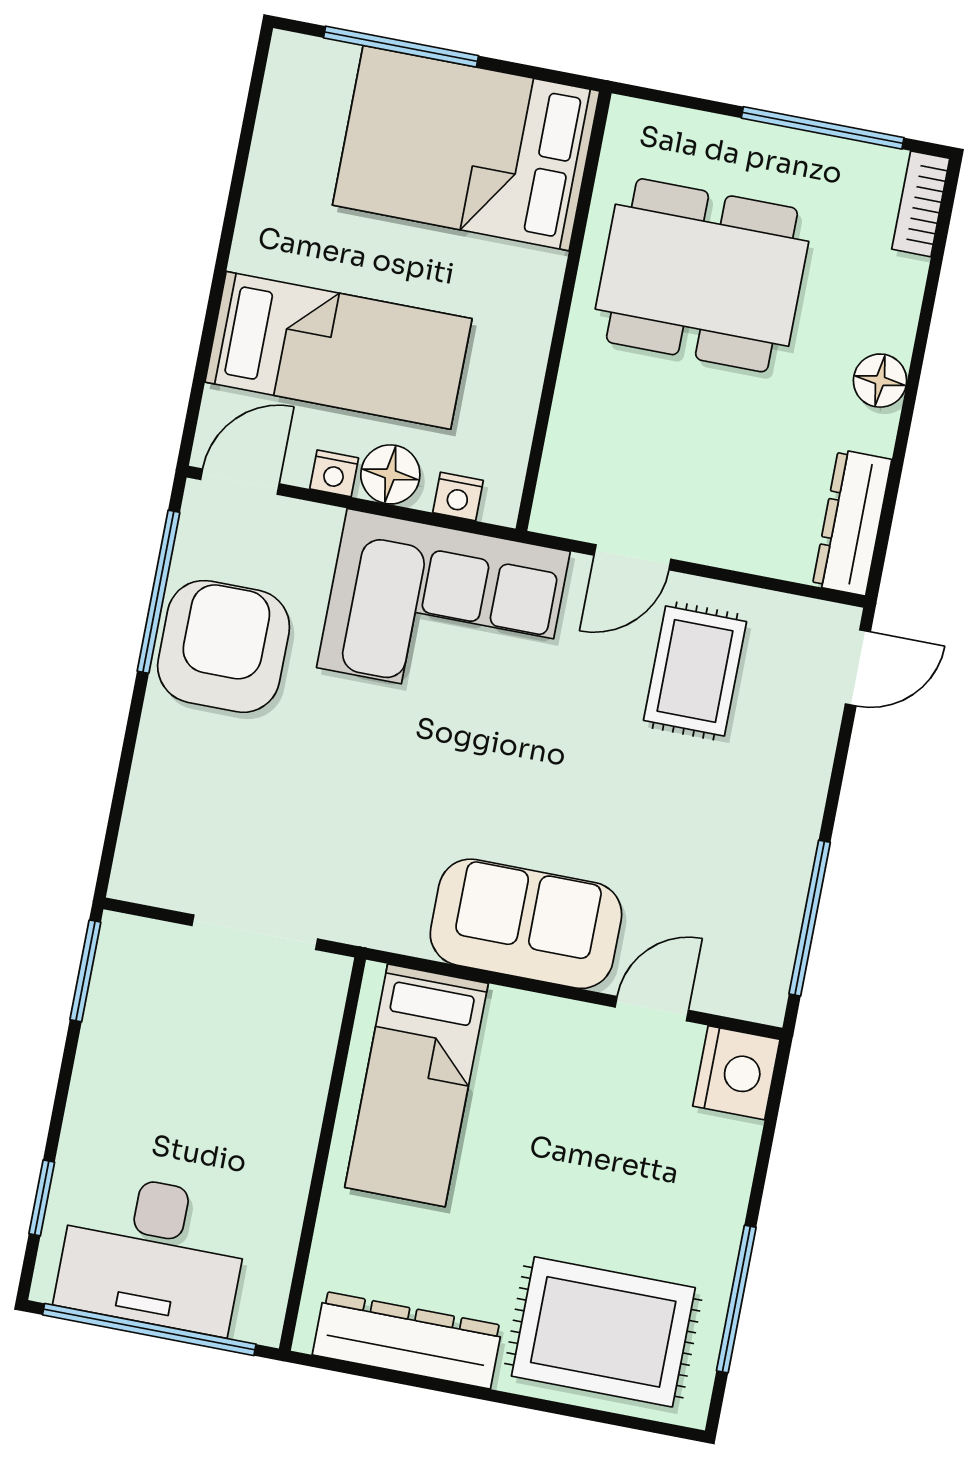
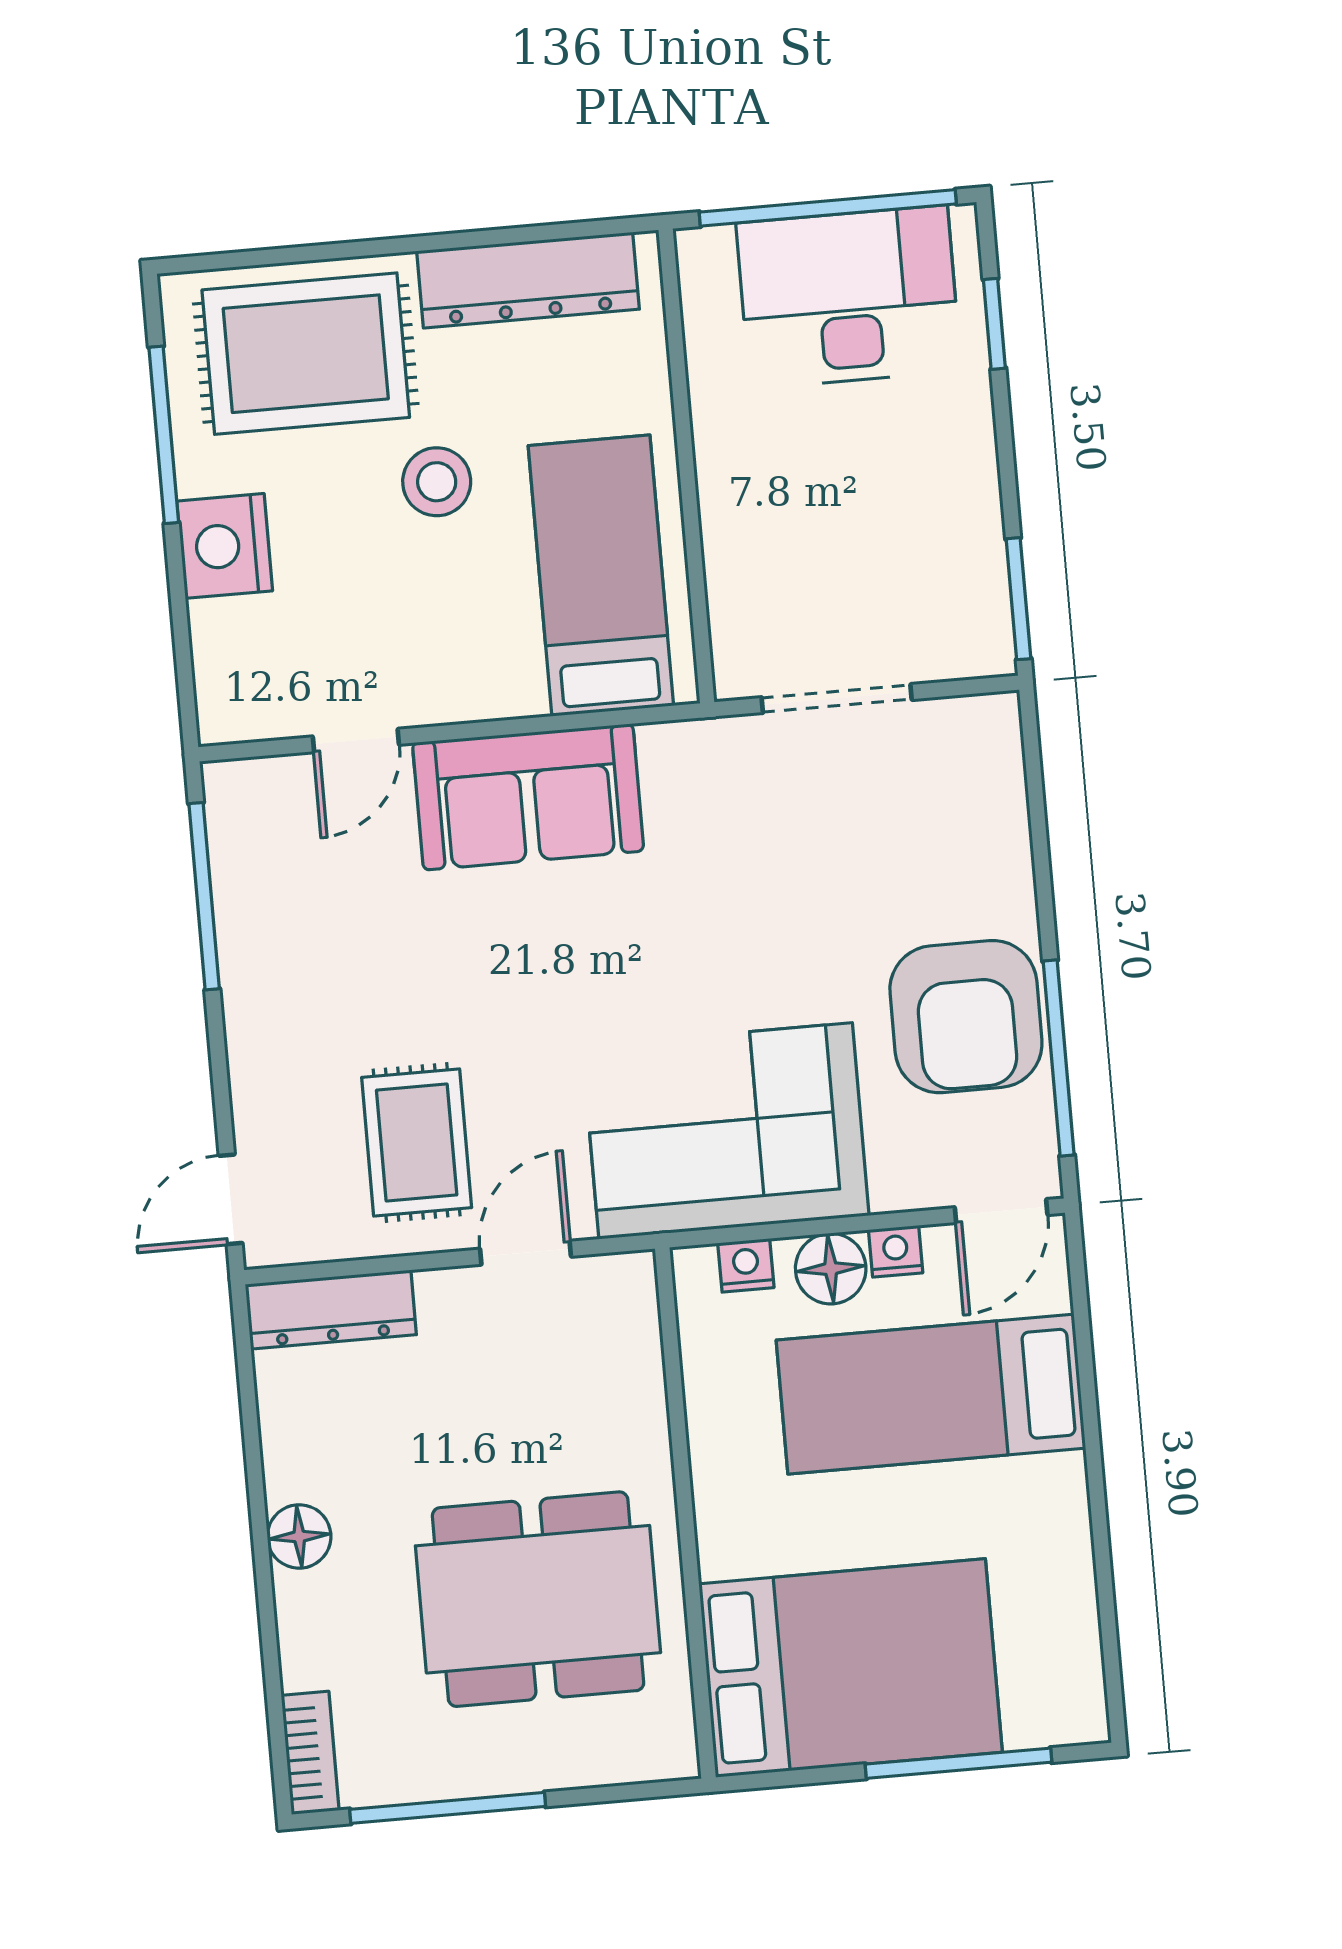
dresser: (852, 523) -> (331, 1310), moved, turned 90
nightstand: (736, 1073) -> (225, 546), moved
stool: (527, 1199) -> (437, 482), added

